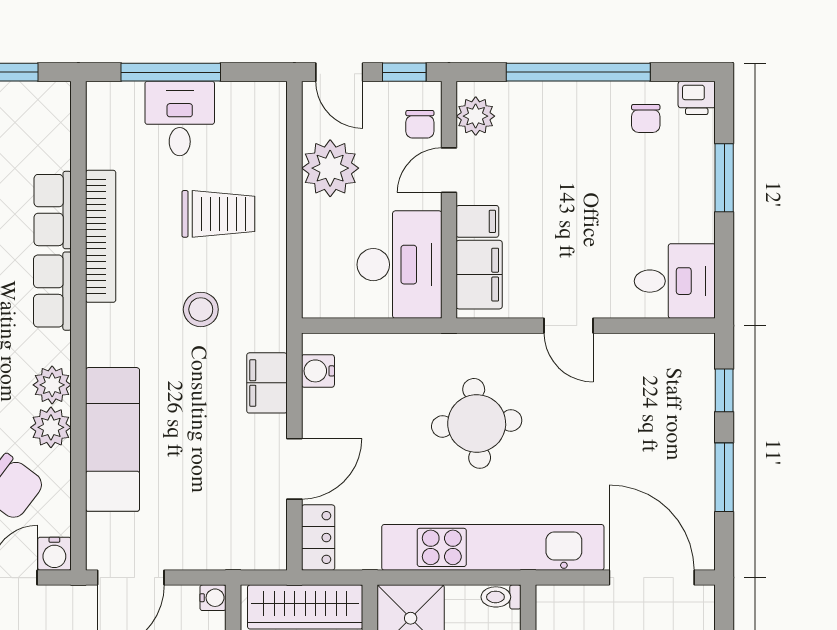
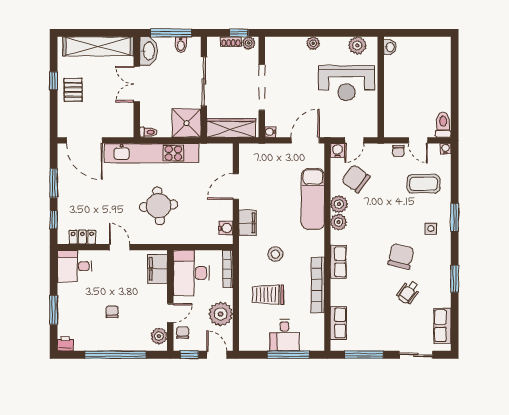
chair: (646, 118) -> (112, 312), moved
row of seats: (53, 210) -> (338, 323), moved
filing cabinet: (477, 221) -> (158, 291), removed
bookcase: (313, 274) -> (228, 269), added
locker: (318, 538) -> (82, 237), moved, turned 90

